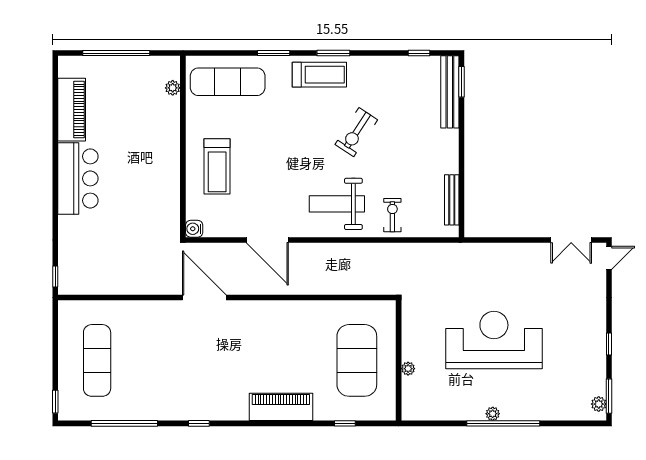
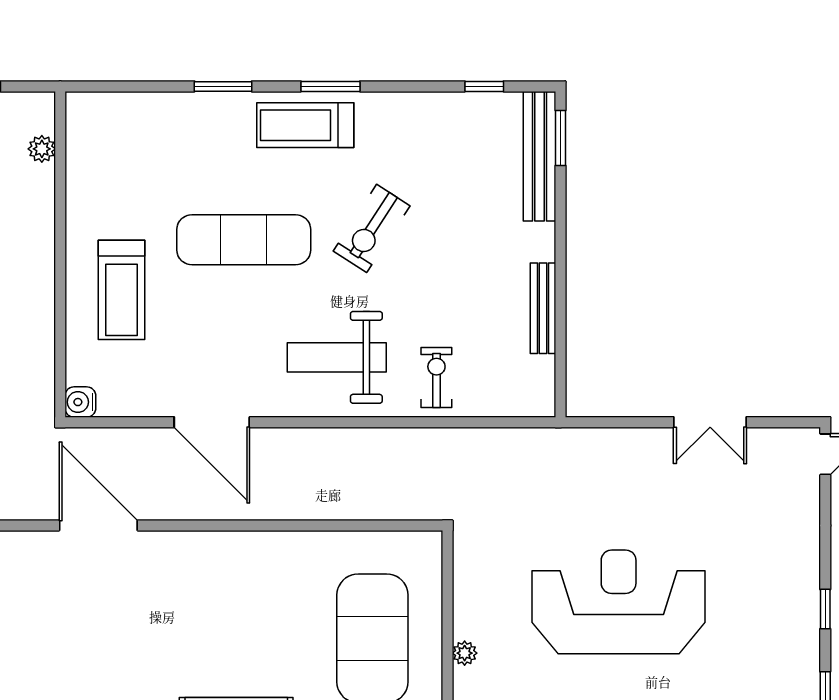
treadmill: (319, 75) -> (305, 125), turned 180
exercise mat: (228, 82) -> (244, 240), moved
bench: (452, 200) -> (543, 308), moved
double door: (571, 240) -> (710, 422), moved

